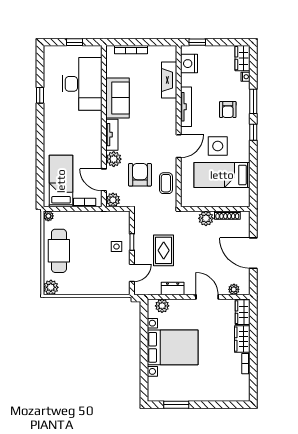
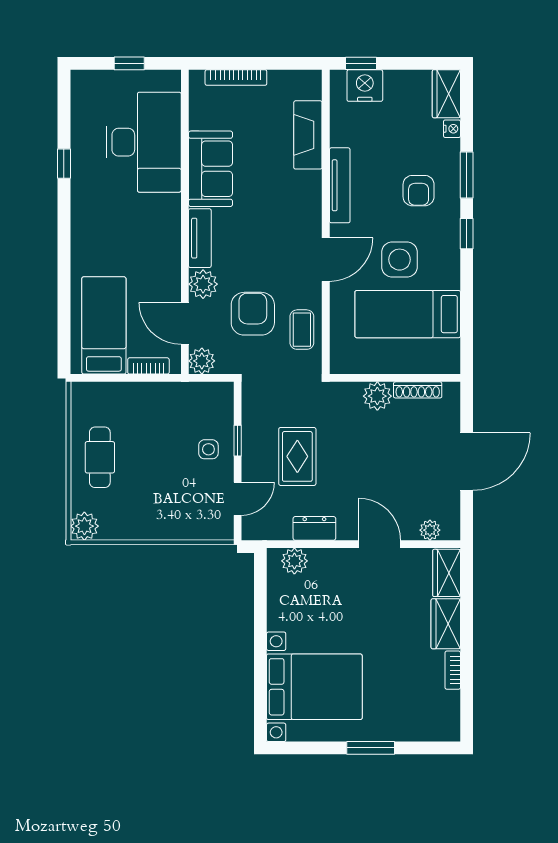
nightstand: (189, 64) -> (365, 86), moved, turned 90
plant: (48, 216) -> (80, 391), removed
cafe table: (59, 251) -> (100, 457), width x0.73, depth x0.74
door: (253, 253) -> (467, 462), swing flipped
bed with nightstands: (173, 347) -> (314, 687), moved
window: (176, 405) -> (371, 748), moved

